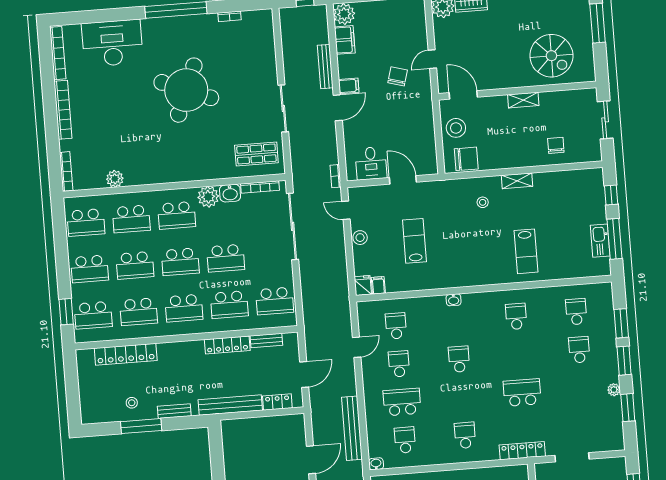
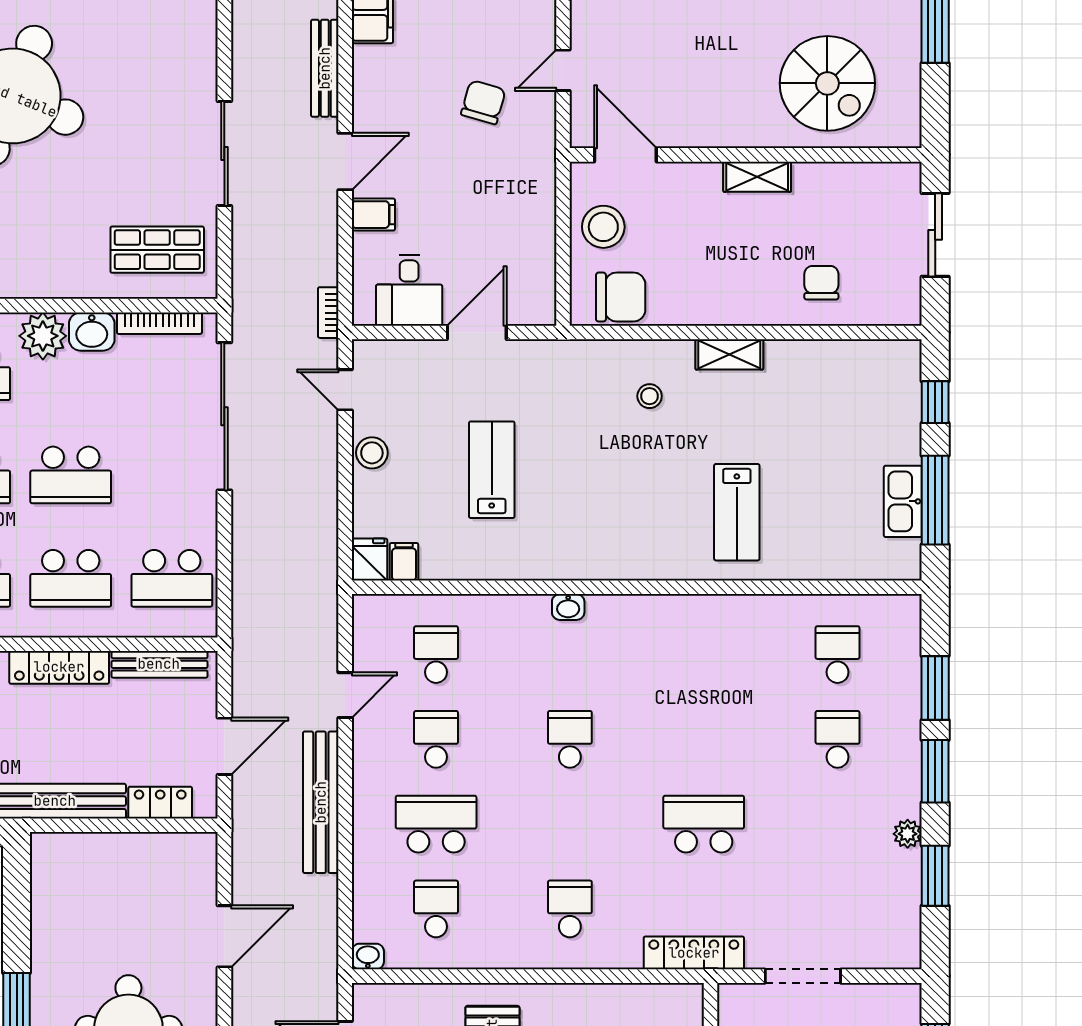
filing cabinet: (349, 86) -> (373, 215), moved
door: (403, 180) -> (477, 332), hinge flipped
school desk: (516, 316) -> (704, 655), removed
bench: (266, 340) -> (159, 664), width x1.36
bench: (352, 428) -> (321, 802), moved

